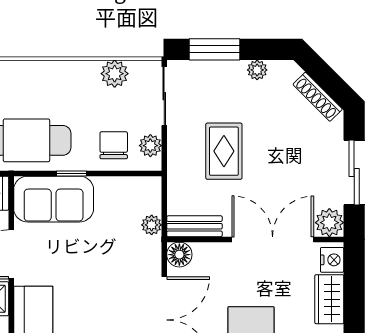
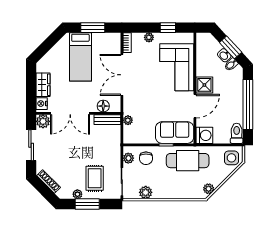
window: (214, 49) -> (87, 204), moved
rug: (224, 151) -> (95, 178), moved
floor lamp: (179, 255) -> (103, 106), moved

